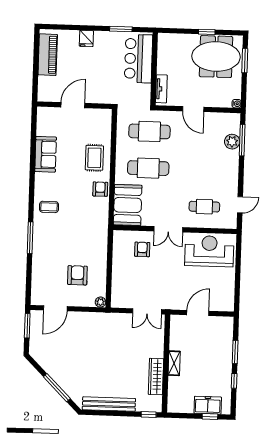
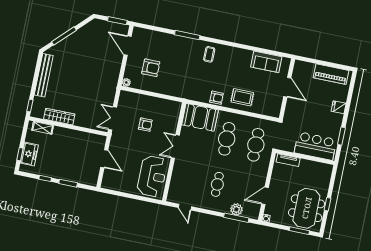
door: (193, 109) -> (265, 196), moved
sofa: (46, 154) -> (266, 62), moved
cafe table: (204, 207) -> (217, 184), moved
armchair: (142, 249) -> (145, 125), moved
shelving: (174, 363) -> (43, 128), moved

